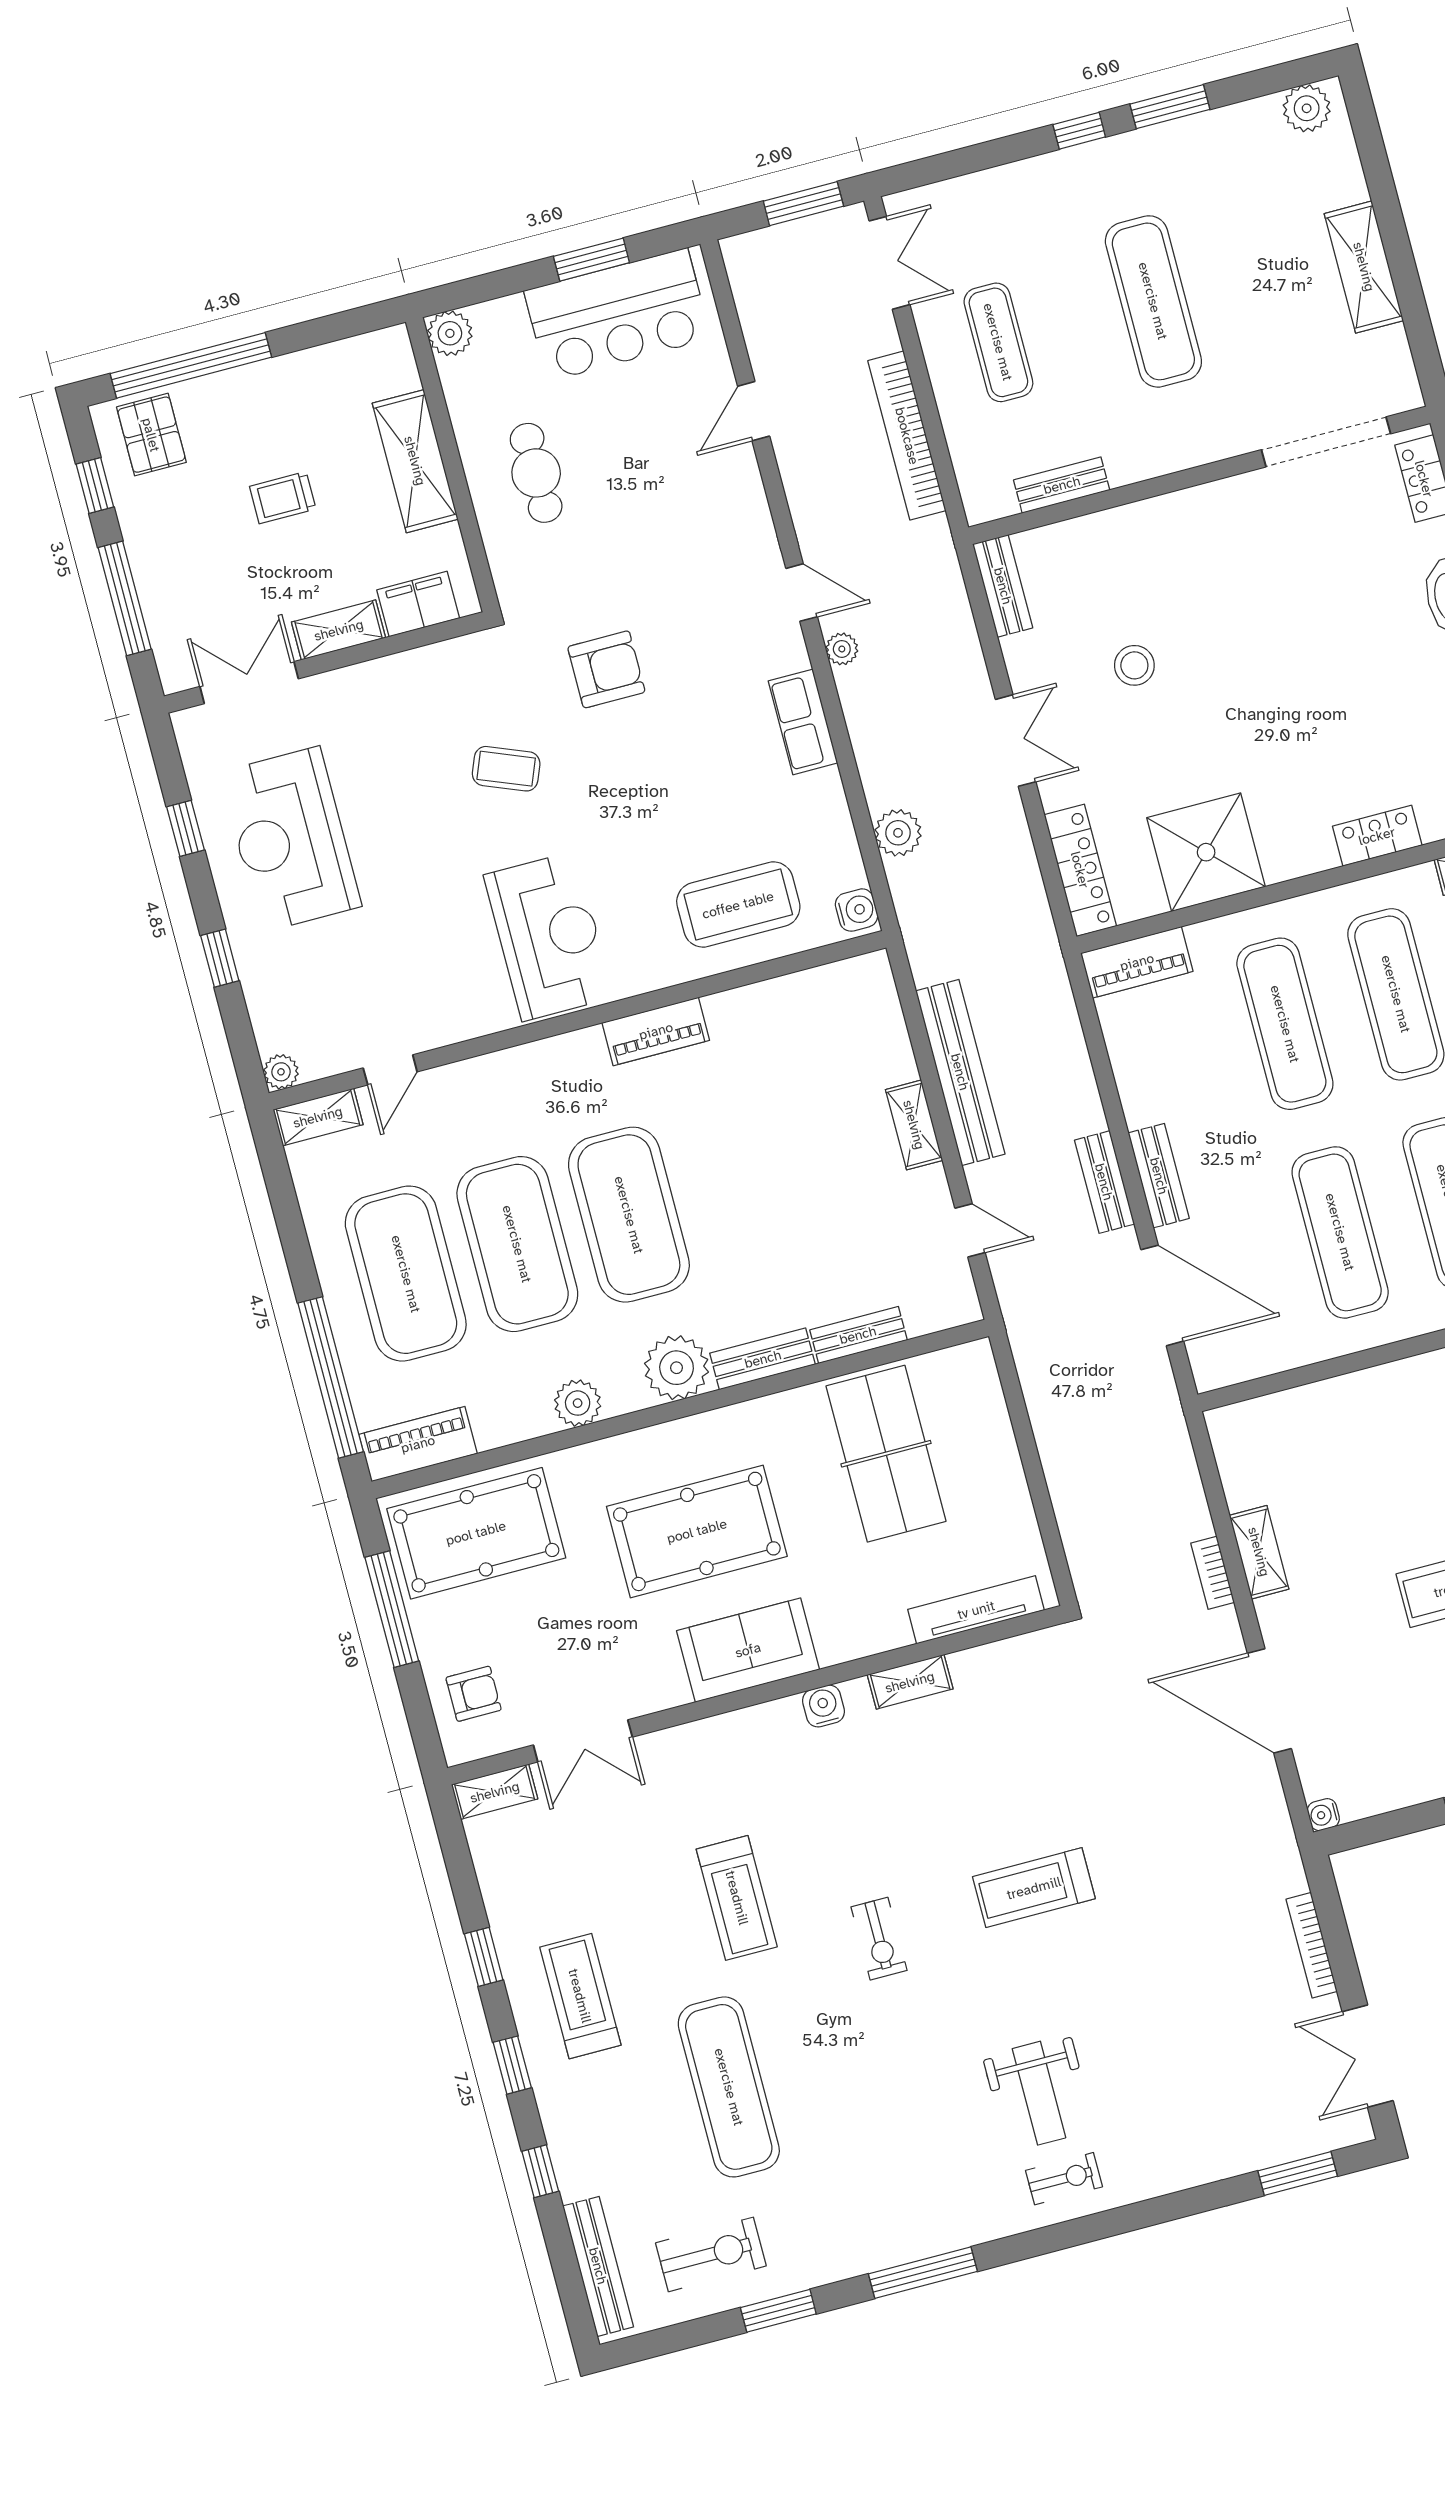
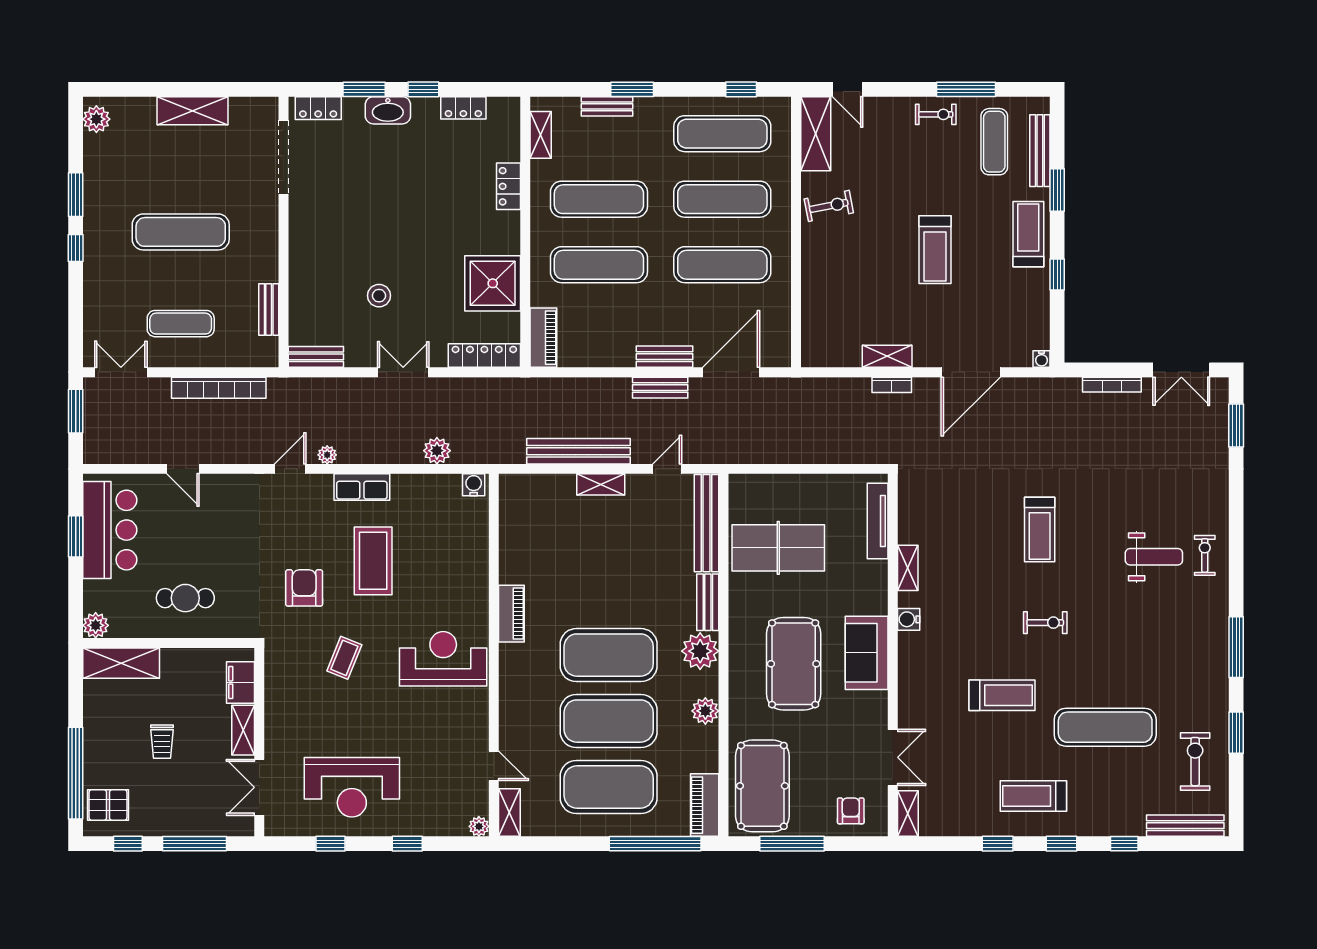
shelving: (415, 461) -> (121, 663), moved
coffee table: (738, 905) -> (373, 561), moved
bench: (858, 1335) -> (707, 523), width x1.86, depth x1.21

